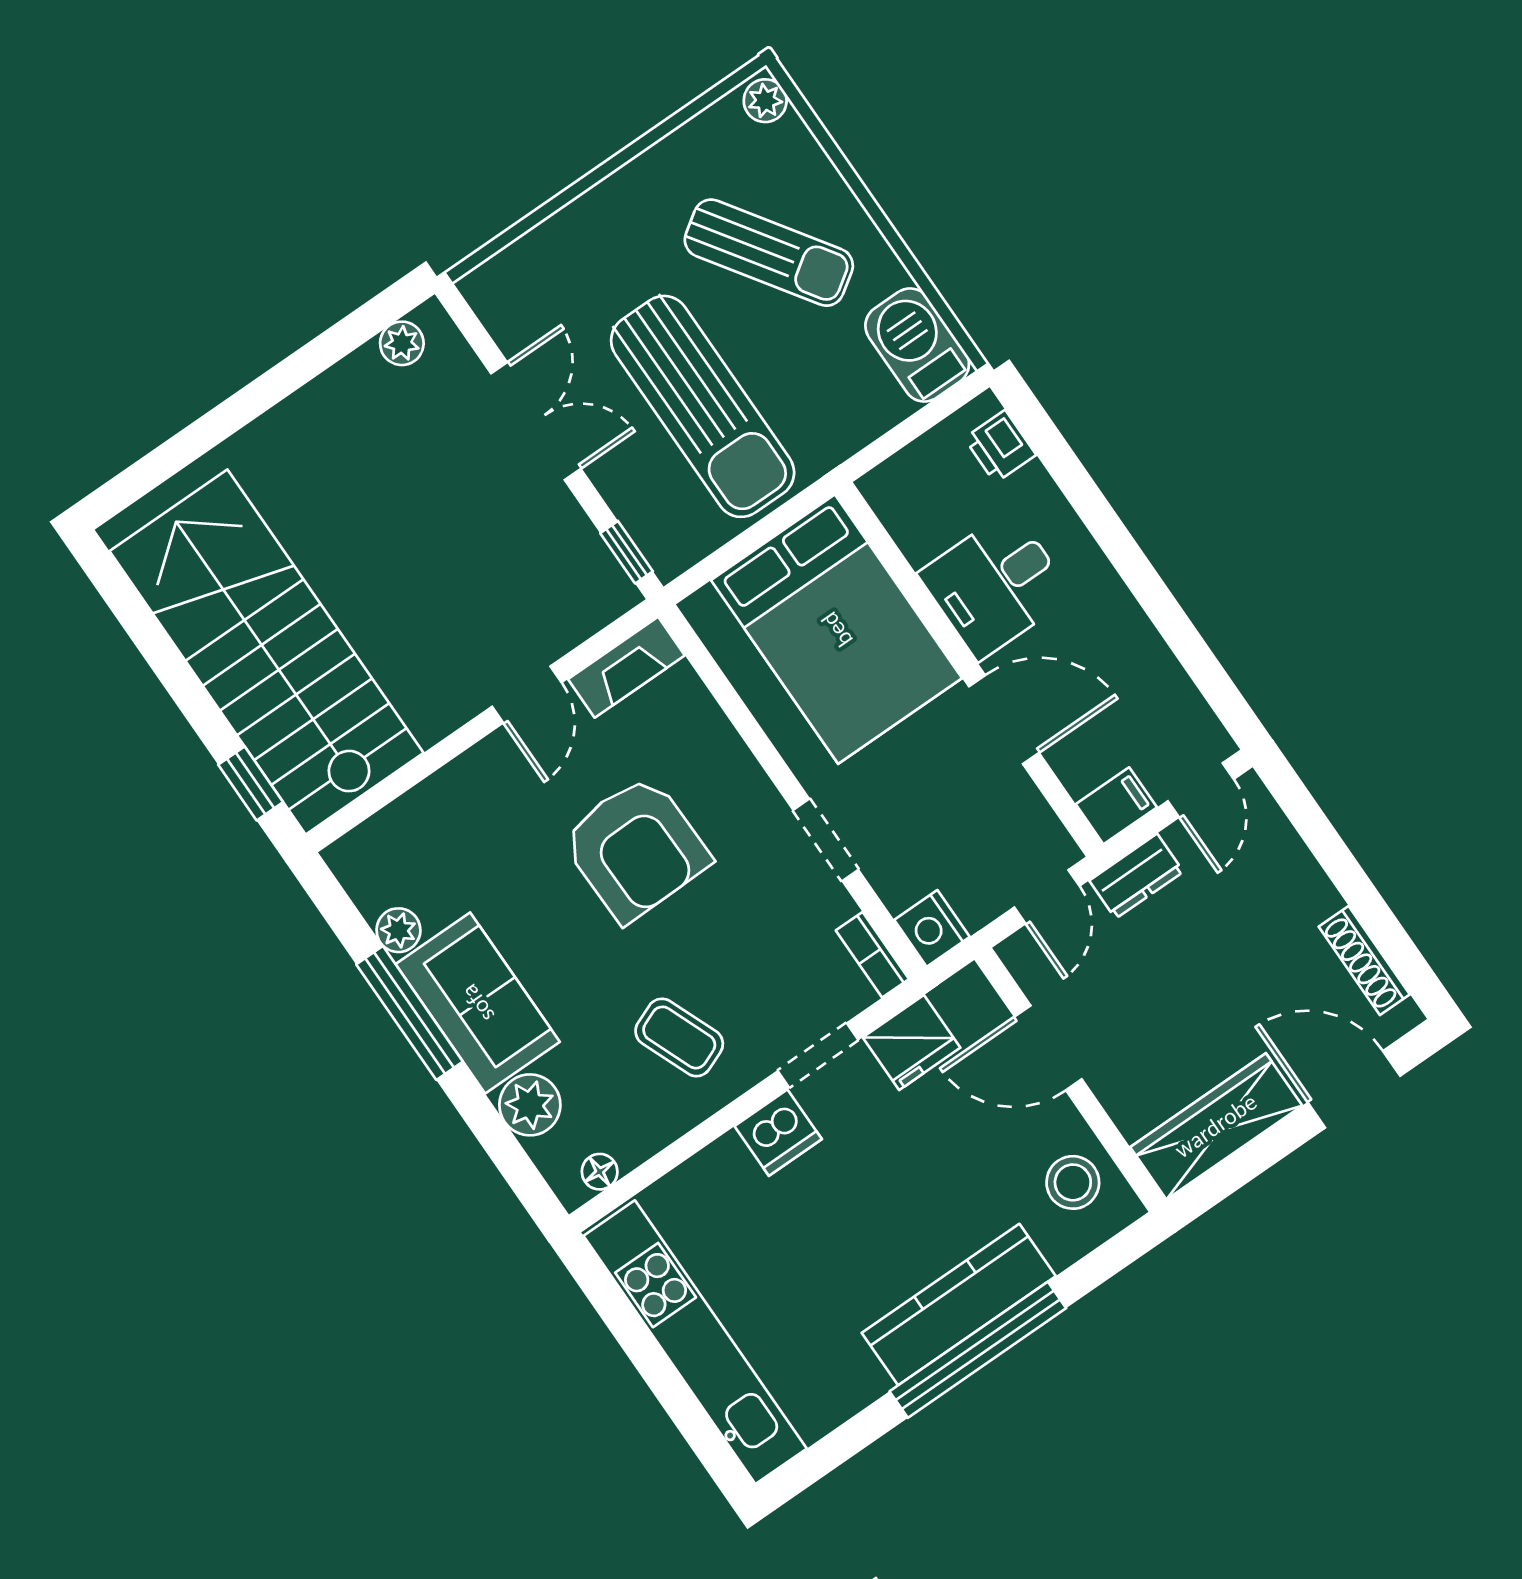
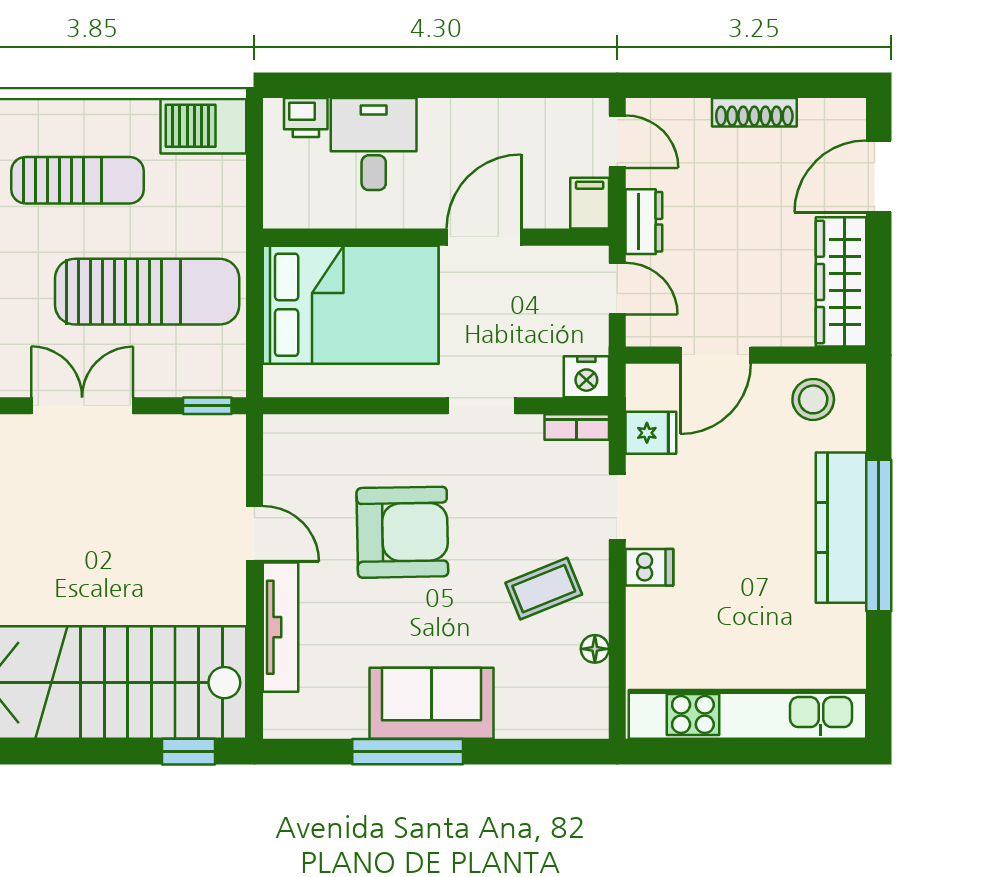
sun lounger: (769, 253) -> (78, 180), turned 34
desk: (995, 585) -> (374, 144), moved, turned 180
fireplace: (626, 667) -> (281, 457), removed
tv unit: (448, 790) -> (280, 627), added
plant: (398, 930) -> (349, 722), removed
shoe rack: (1364, 960) -> (754, 112), moved
fridge: (912, 1043) -> (651, 433), width x0.72
plant: (530, 1105) -> (521, 715), removed
dishwasher: (778, 1133) -> (649, 567), width x0.73
floor lamp: (600, 1172) -> (595, 649), moved

